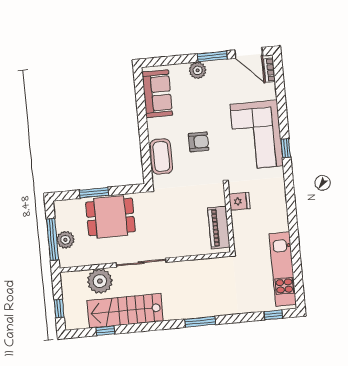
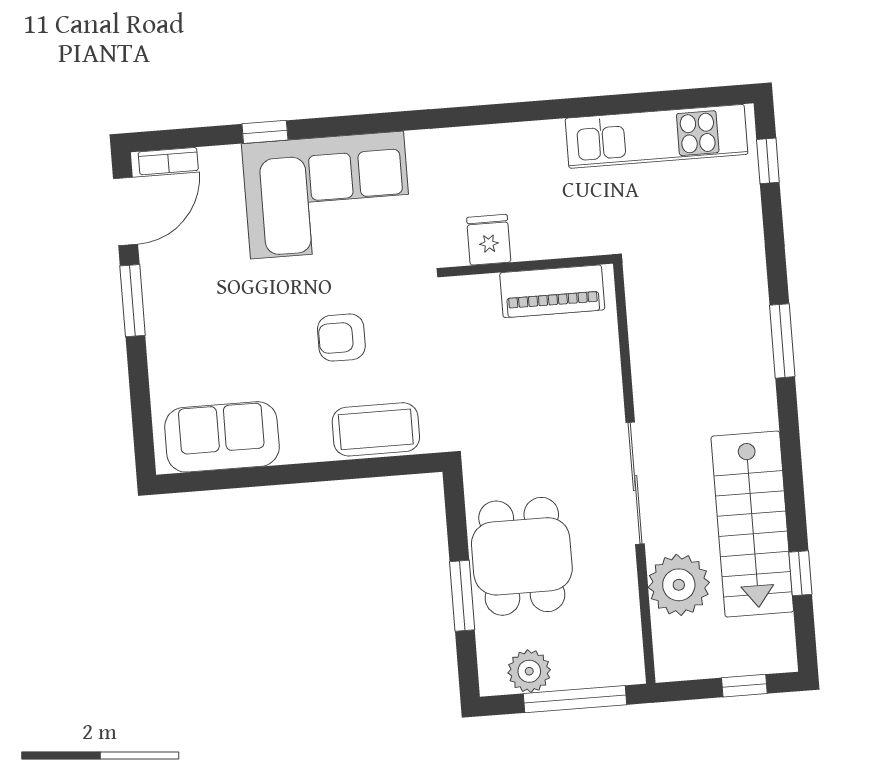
plant: (198, 70) -> (166, 337), removed
armchair: (199, 142) -> (341, 338), turned -90
window: (286, 148) -> (265, 132), moved
plant: (65, 240) -> (529, 671), moved

